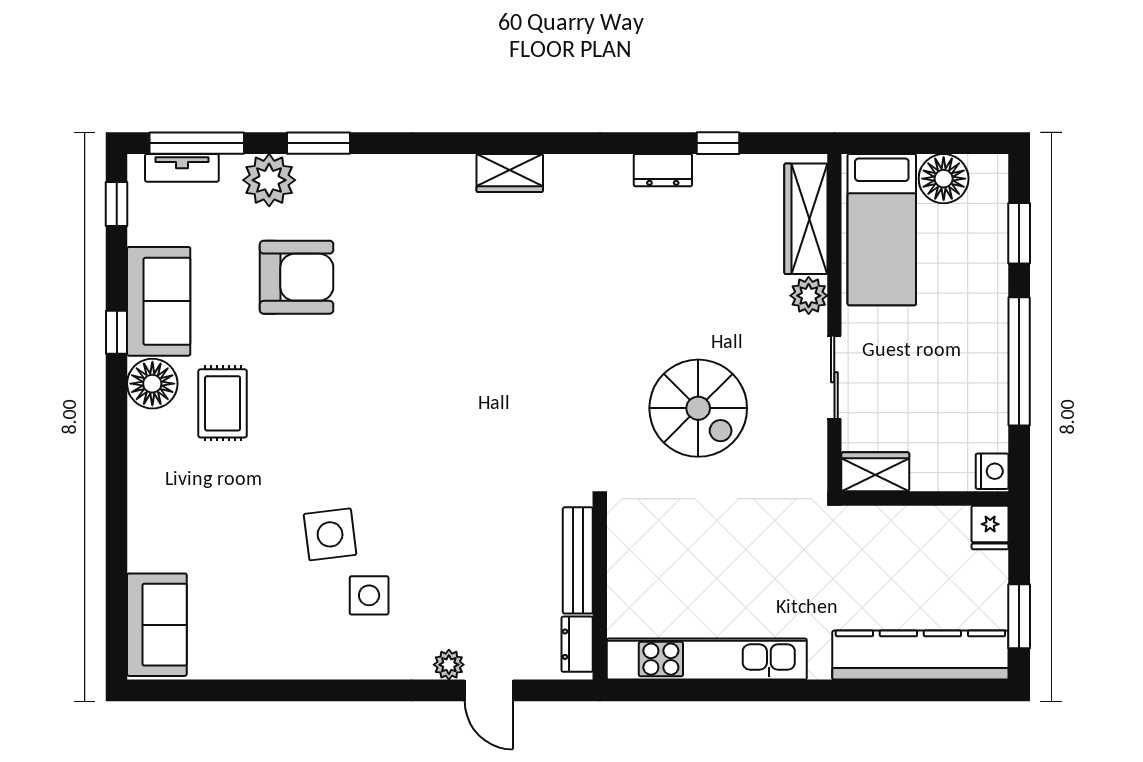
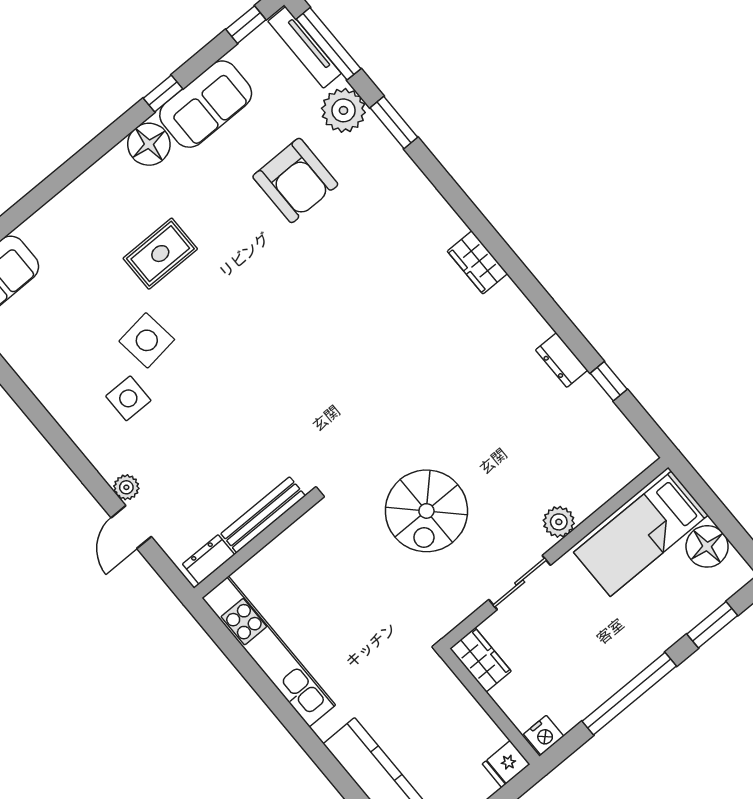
tv unit: (182, 168) -> (305, 47), width x1.41
wardrobe: (806, 219) -> (607, 479), removed
rug: (223, 403) -> (160, 254), moved

